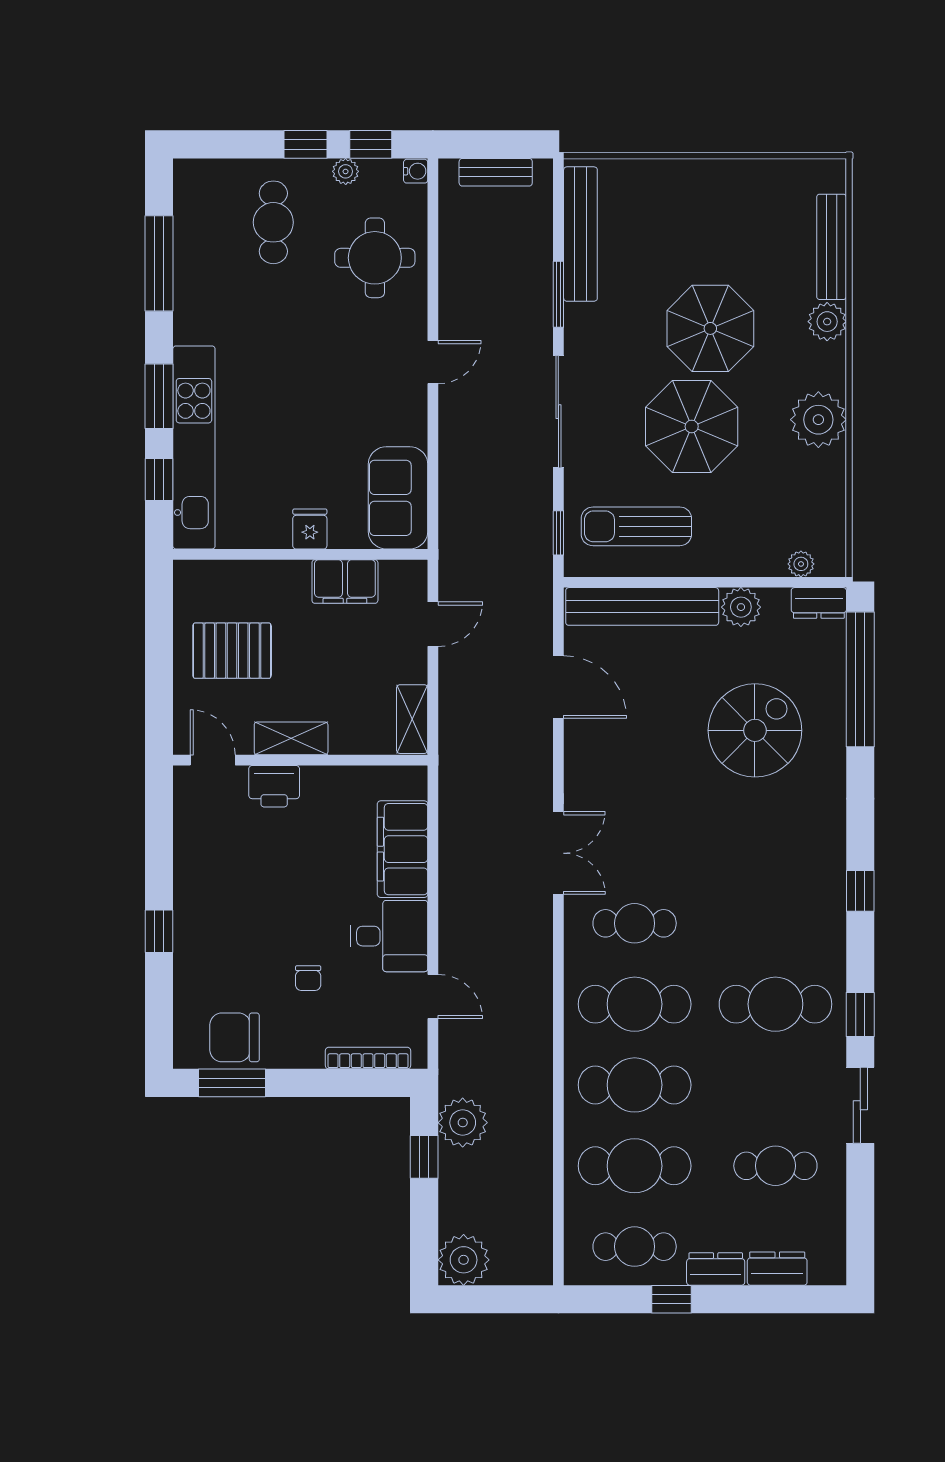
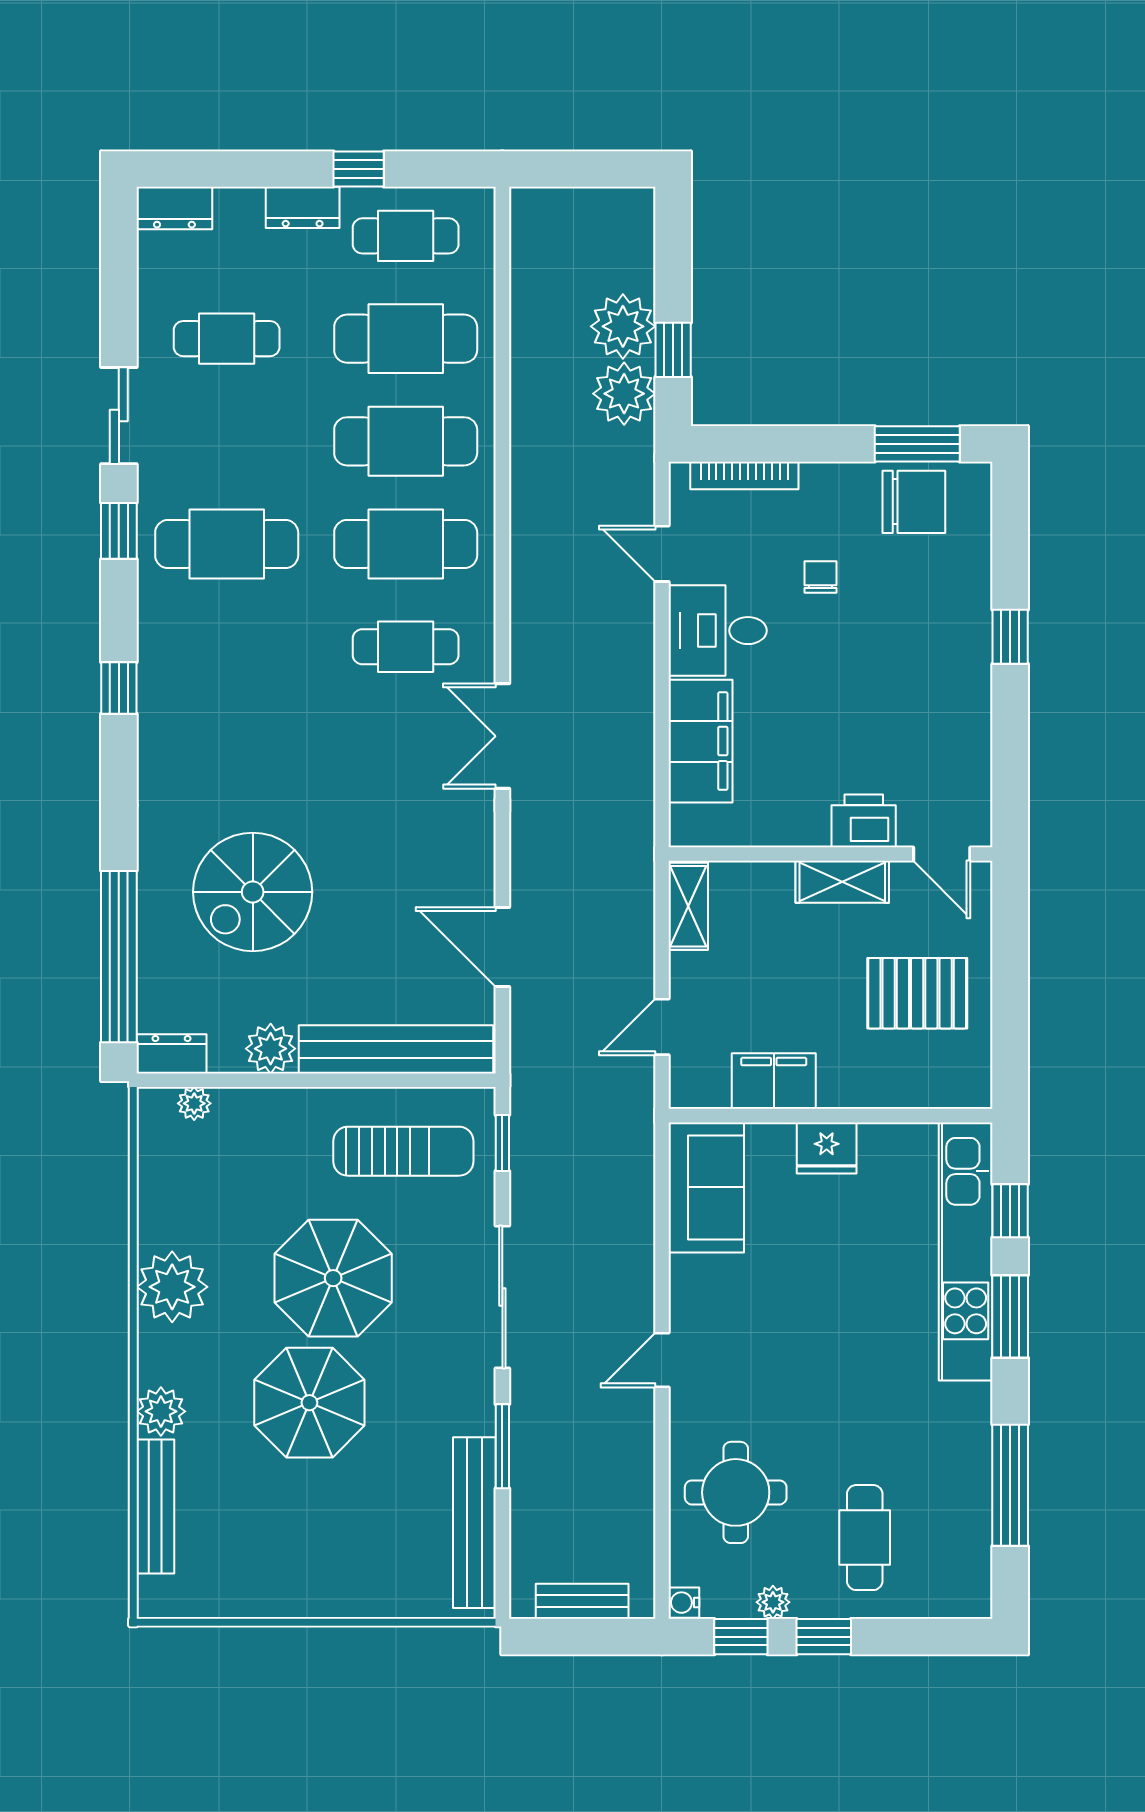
fridge: (310, 529) -> (827, 1148), width x1.38
plant: (464, 1260) -> (623, 326), moved
dresser: (777, 1269) -> (174, 208), moved

